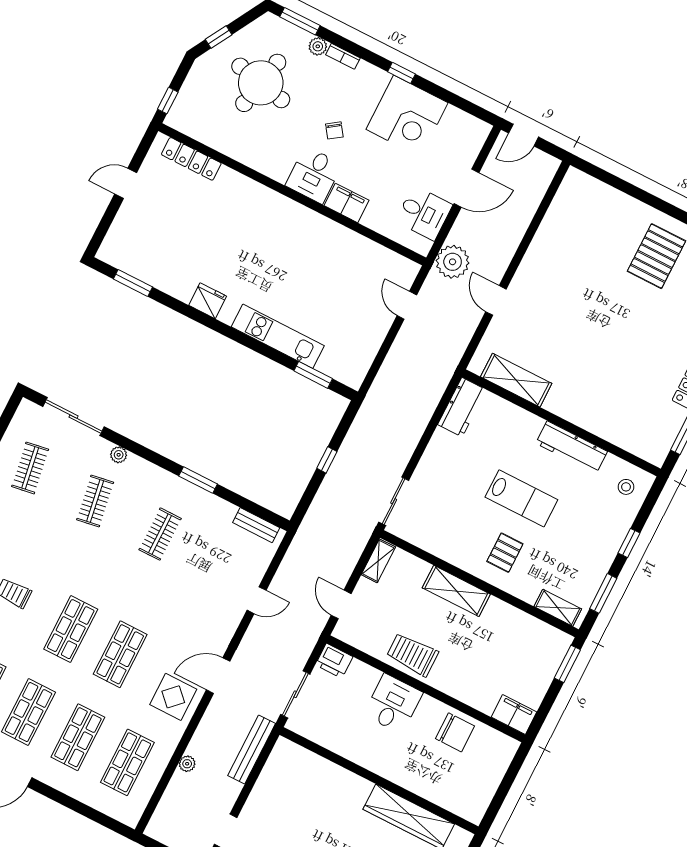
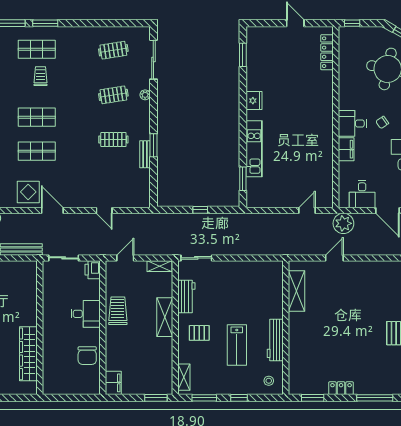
workbench: (462, 407) -> (186, 297), moved, turned -90
lab bench: (521, 498) -> (237, 345), moved
bench: (256, 525) -> (145, 154), moved

